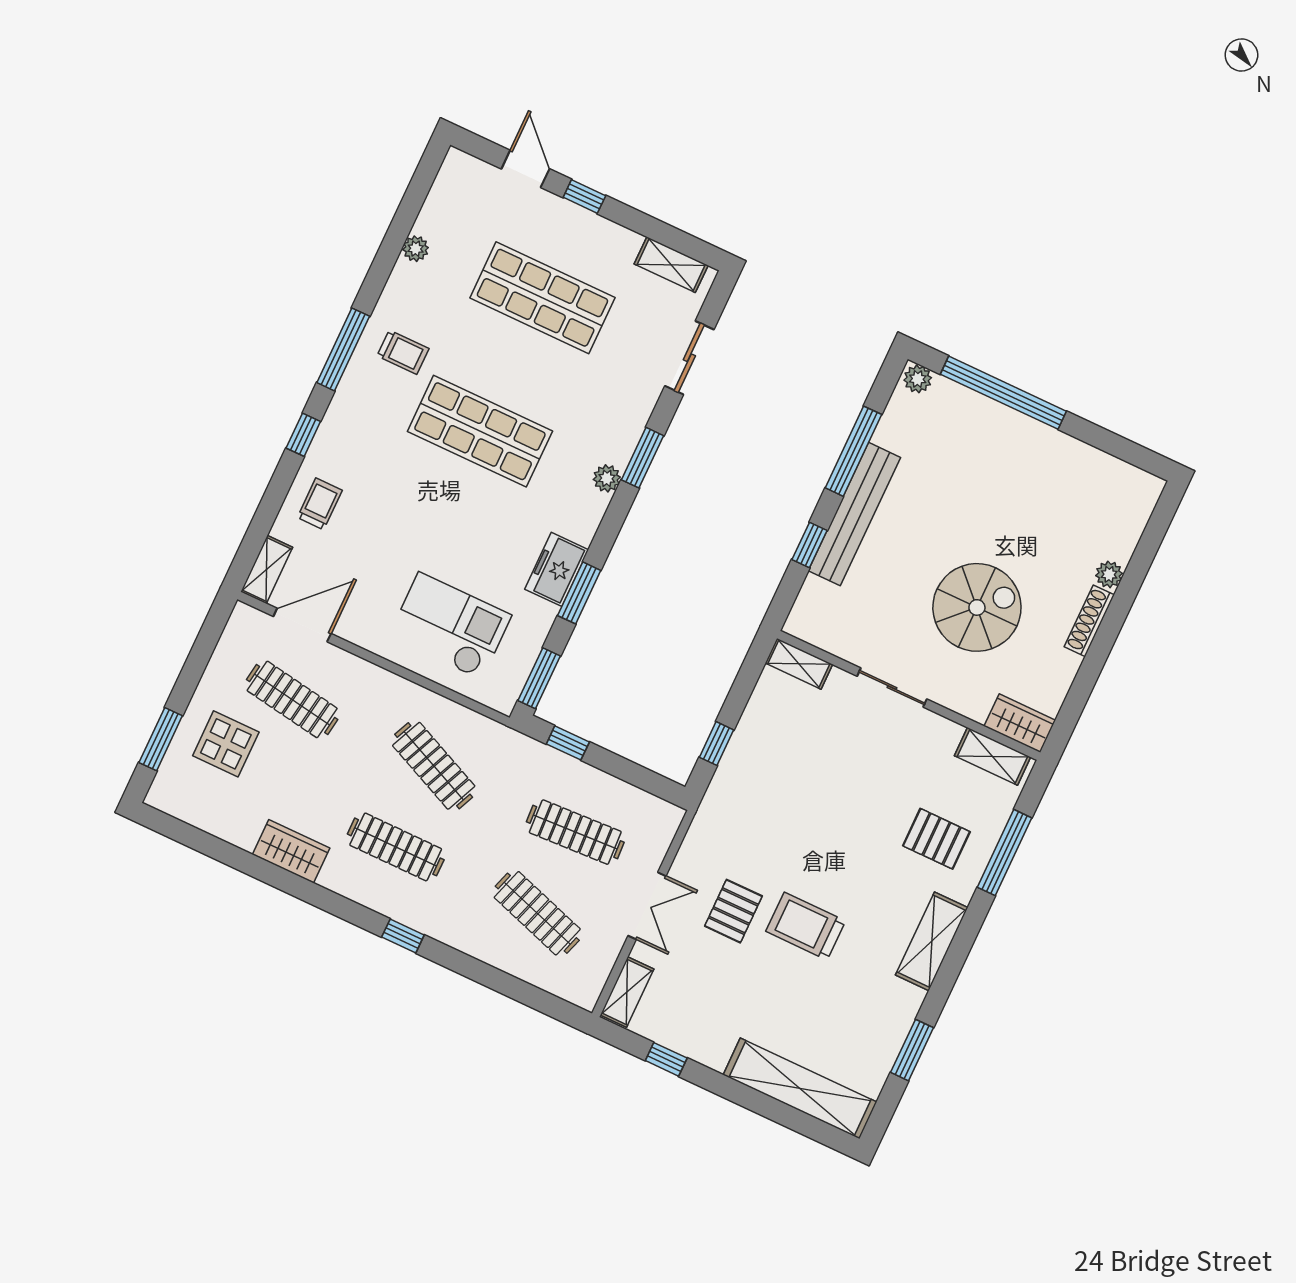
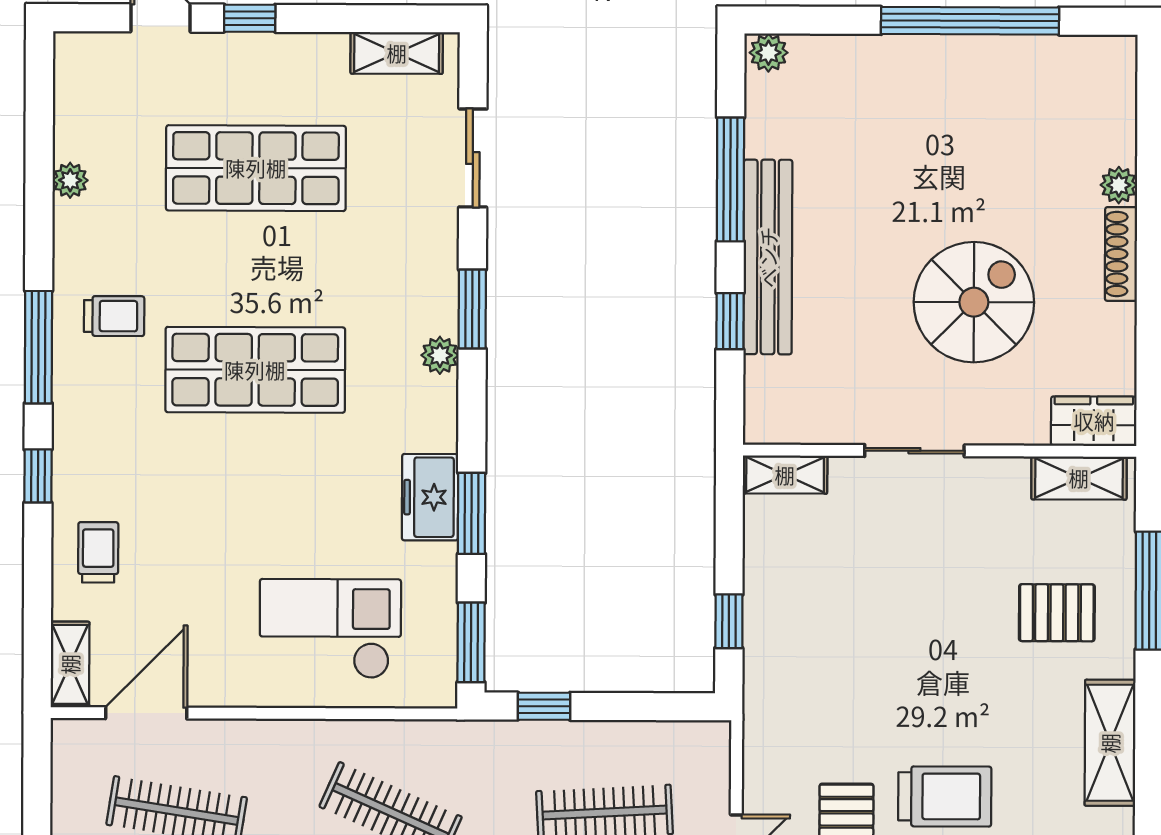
window: (1003, 393) -> (970, 21), moved
trolley: (806, 926) -> (945, 796), turned 180

